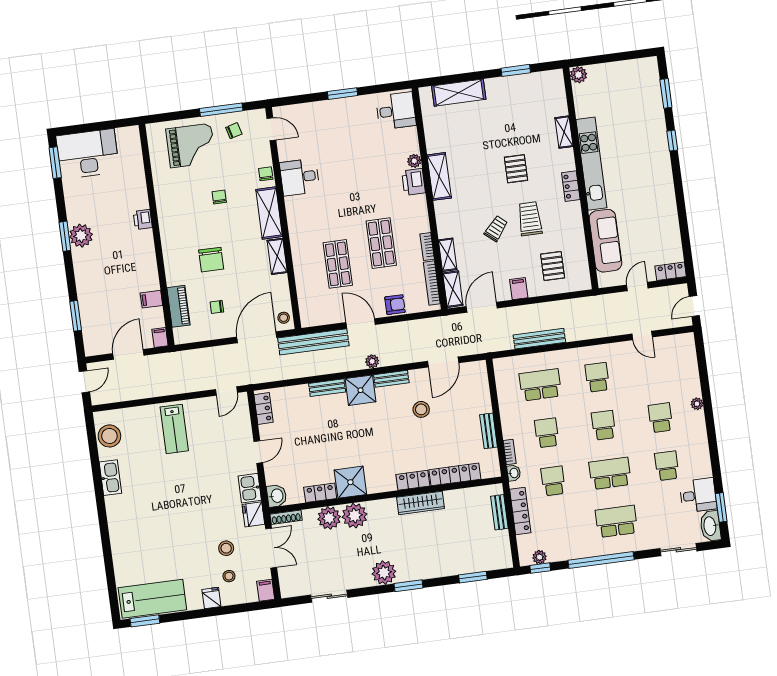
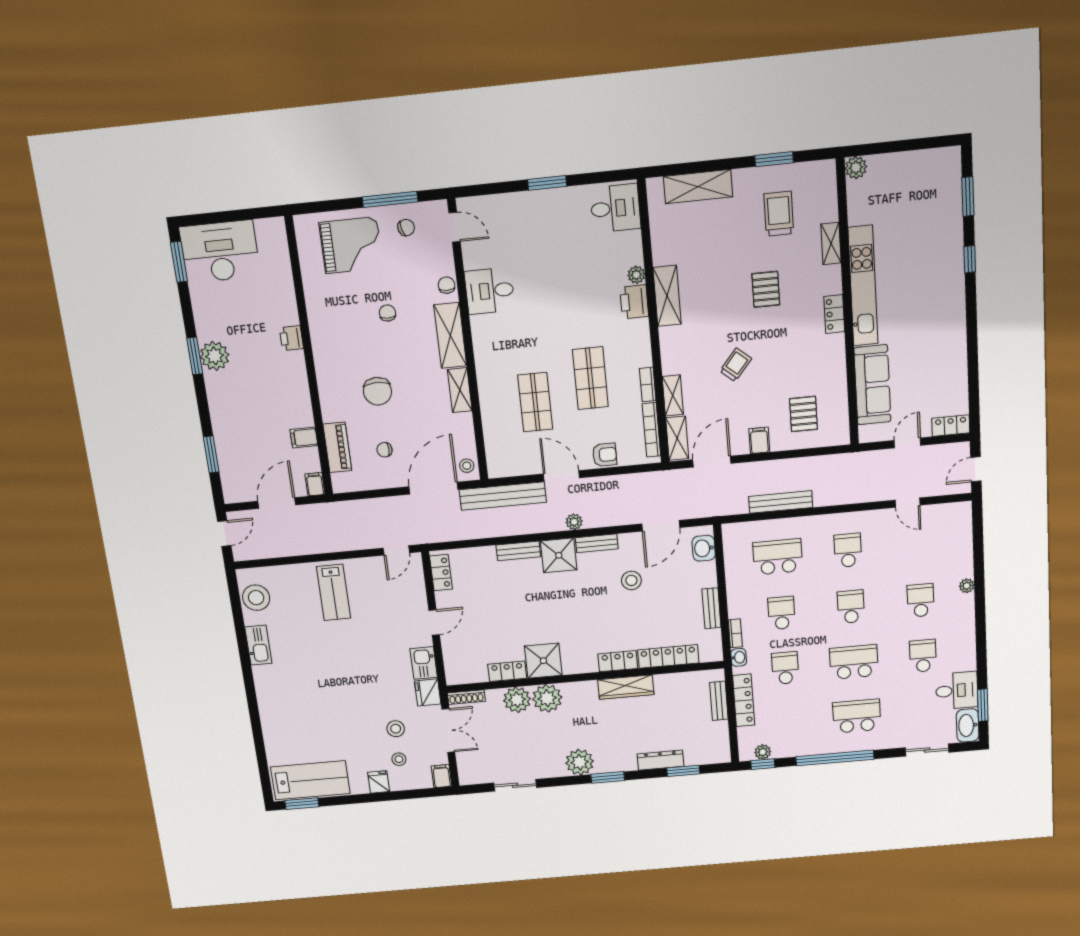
trolley: (530, 219) -> (779, 214), moved
washbasin: (277, 496) -> (704, 548), moved, turned 180
dresser: (453, 568) -> (660, 760), added

